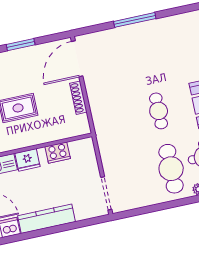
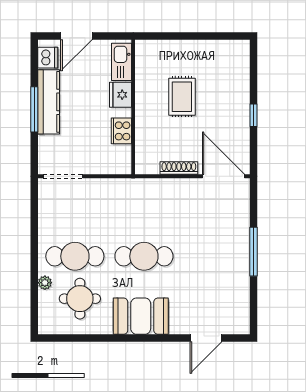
window: (21, 45) -> (254, 115), width x0.67
cafe table: (159, 111) -> (144, 256), width x1.37, depth x1.35
window: (55, 229) -> (34, 109), added

